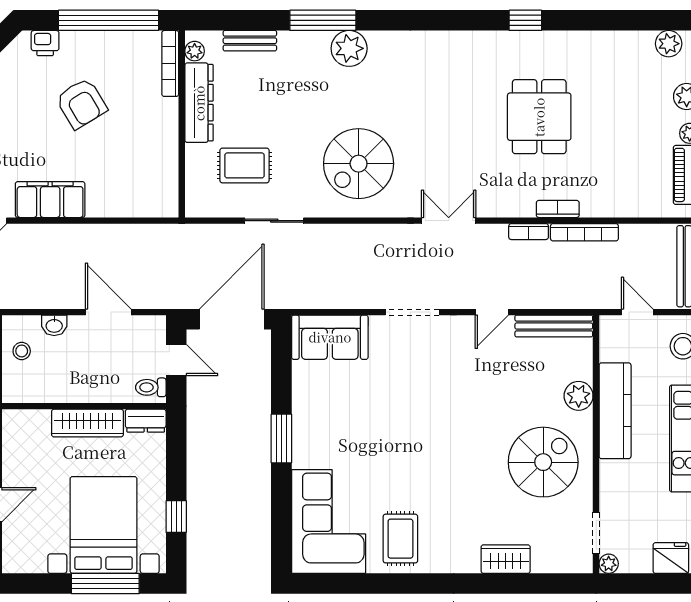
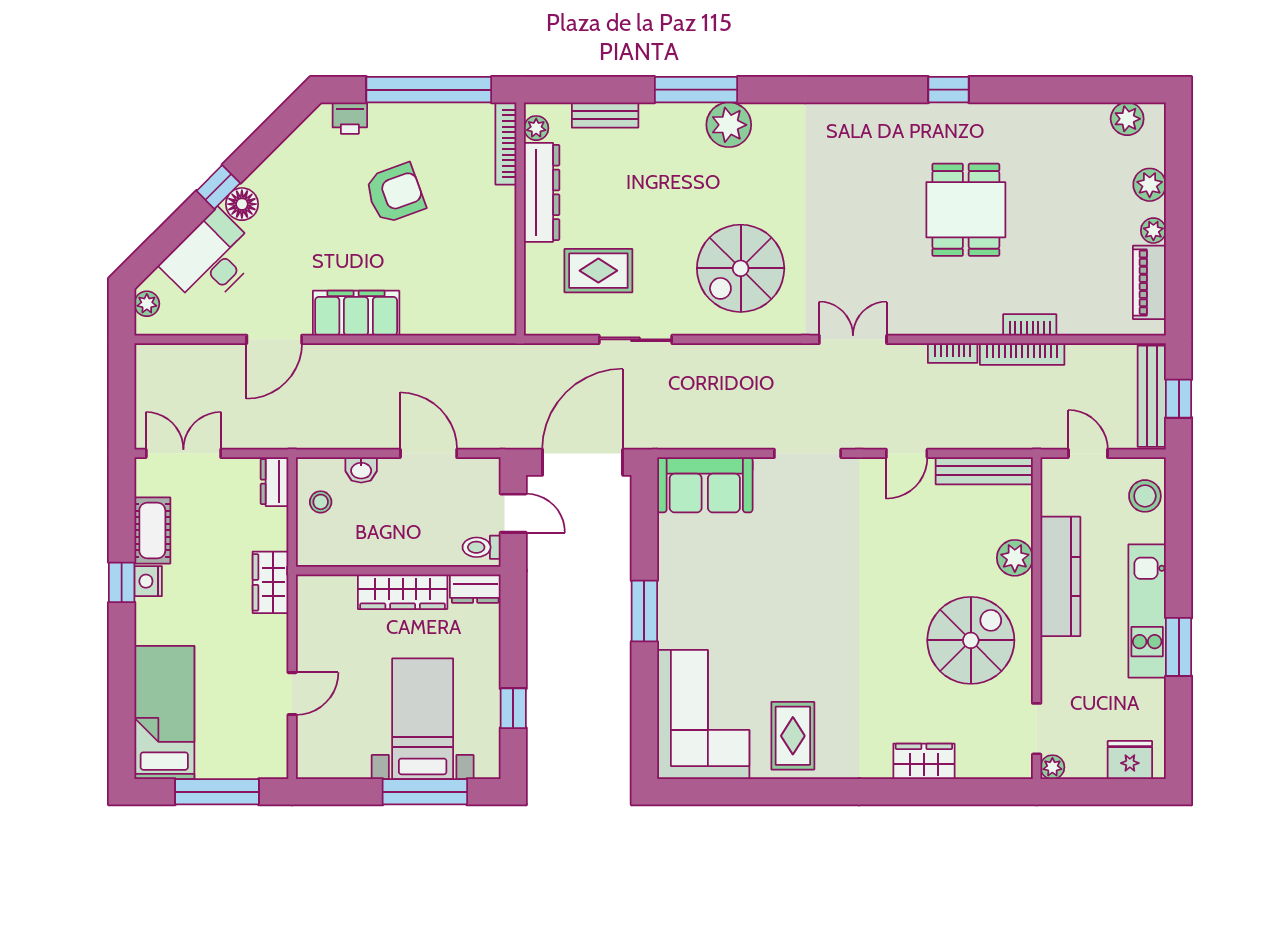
armchair: (81, 103) -> (395, 193), turned -79
bookcase: (558, 209) -> (1030, 325), moved
bed with nightstands: (103, 525) -> (423, 719), width x0.73

